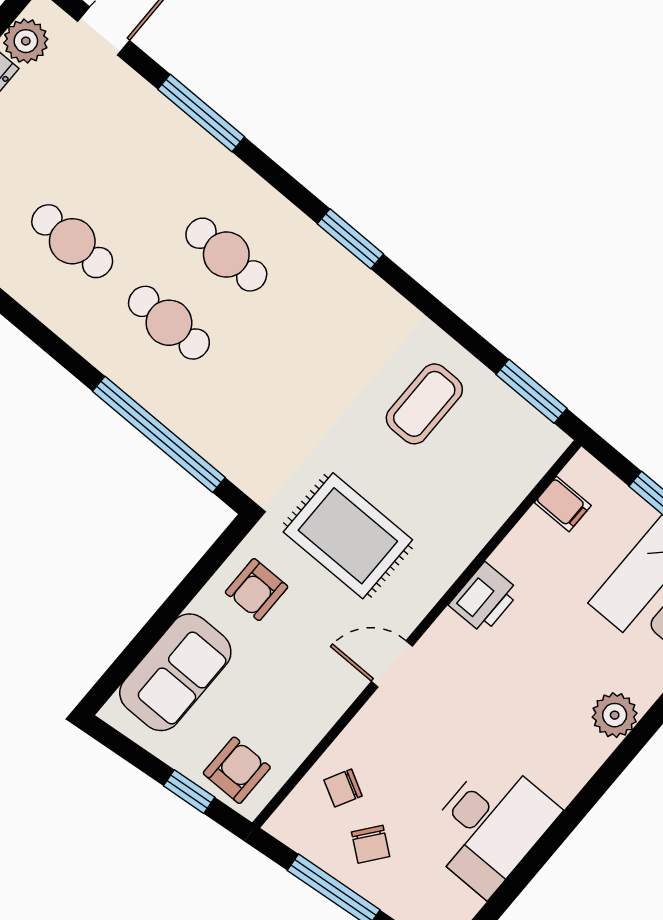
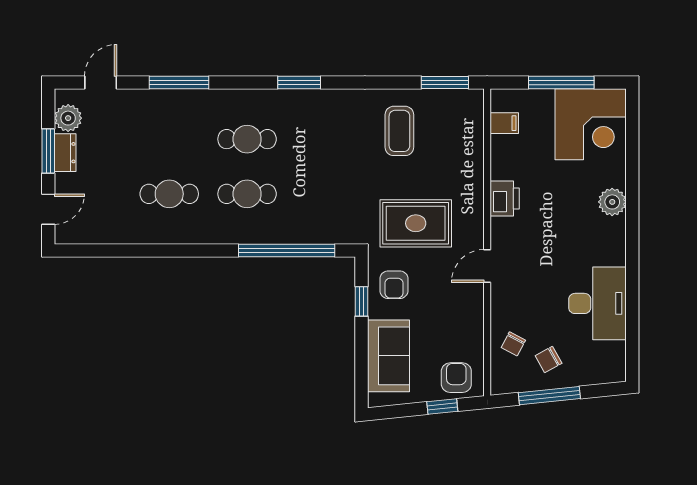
window: (199, 576) -> (362, 301), added
chair: (371, 844) -> (549, 359), turned 113

